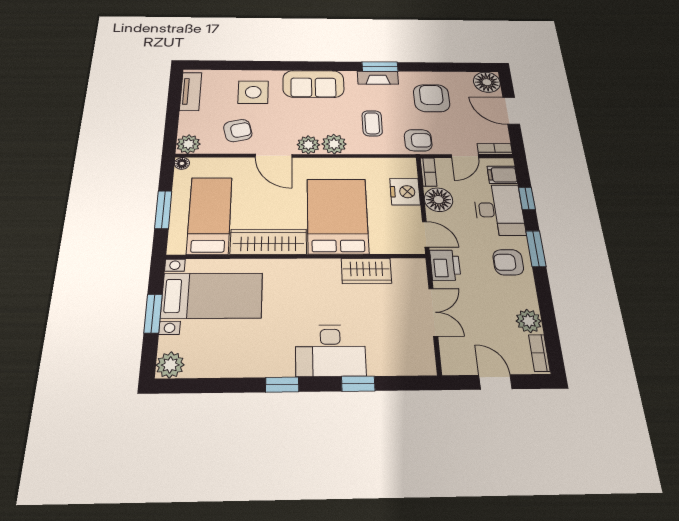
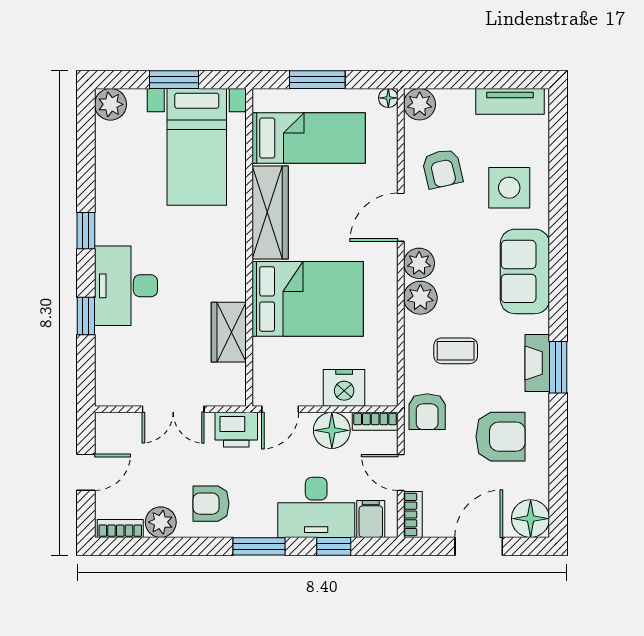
armchair: (508, 262) -> (211, 504), moved, turned -90

